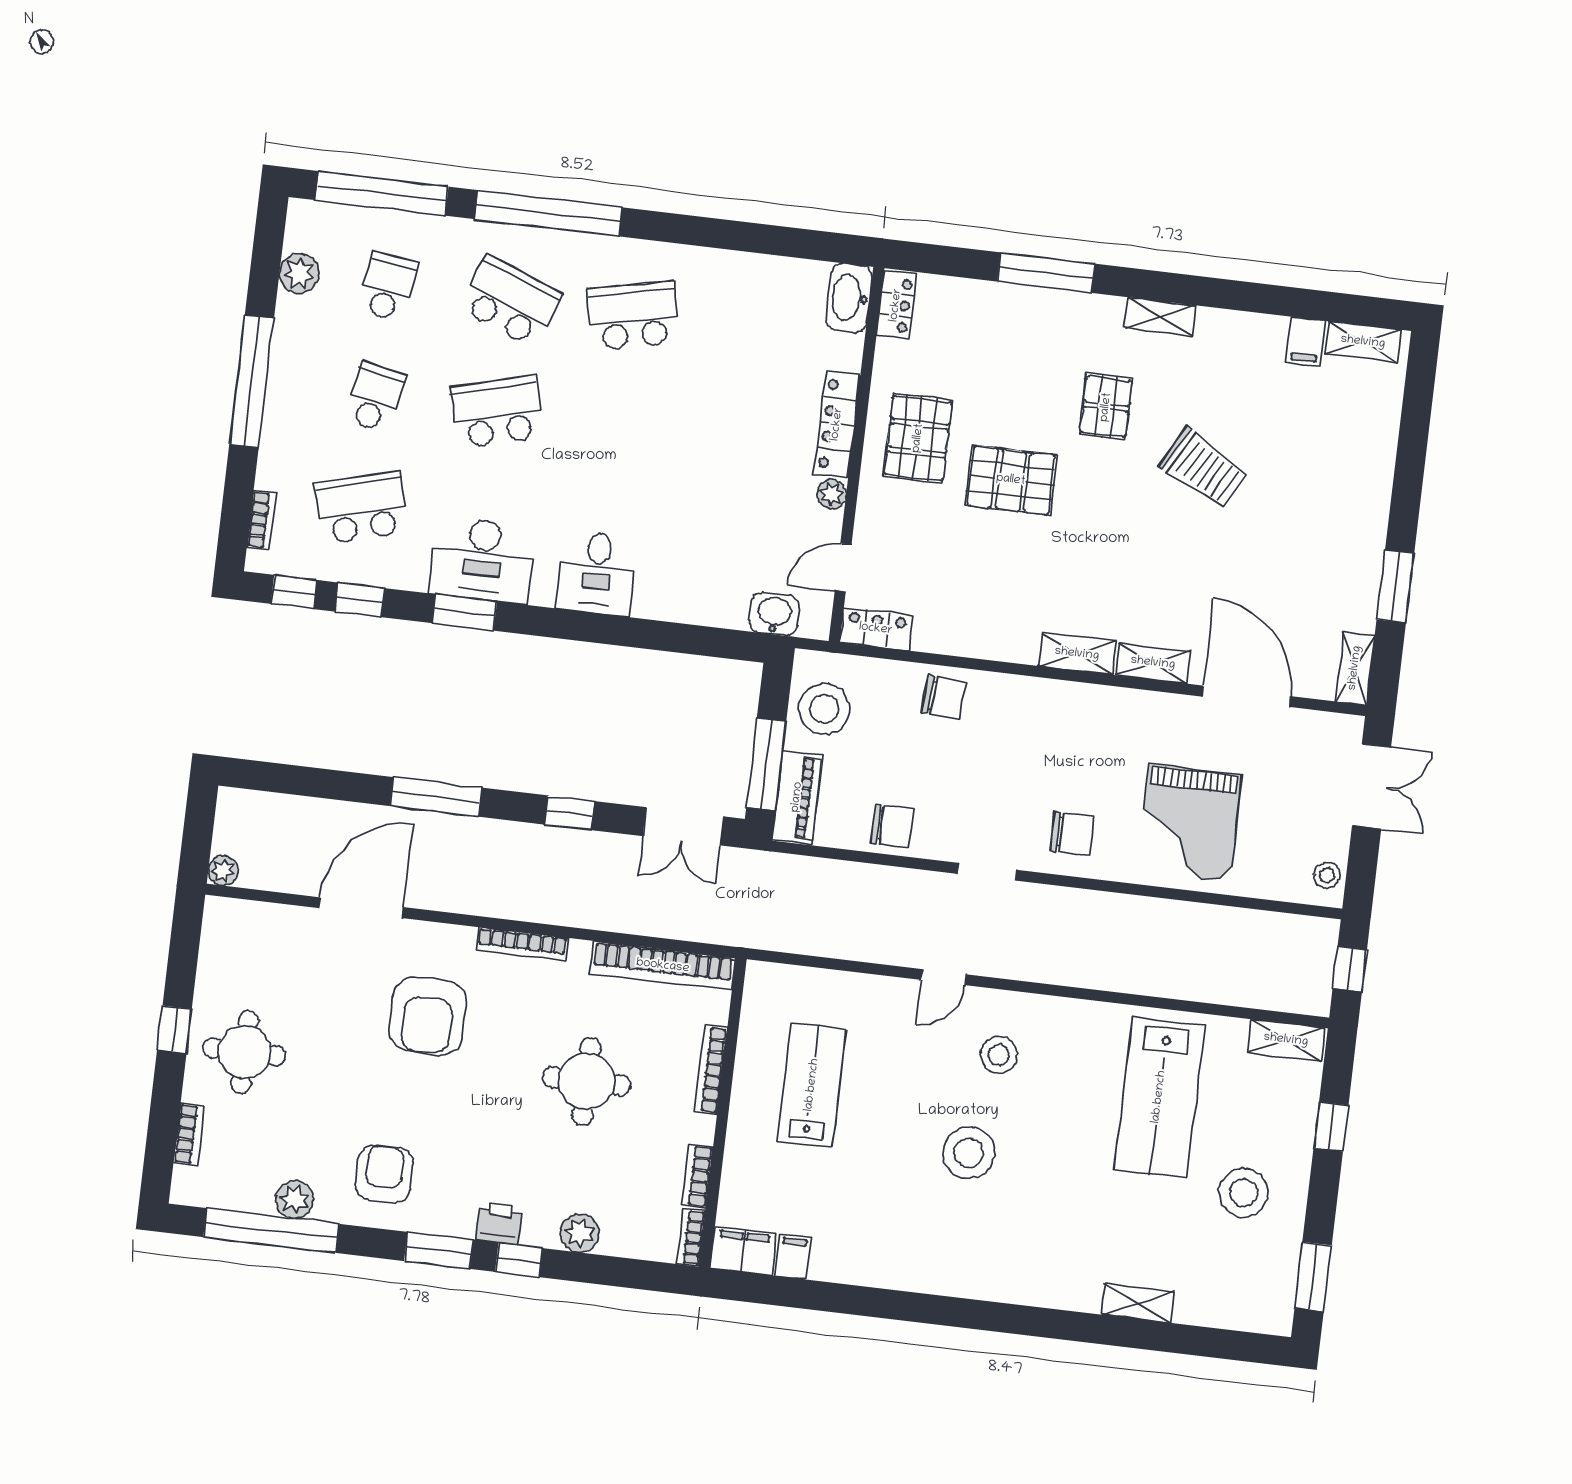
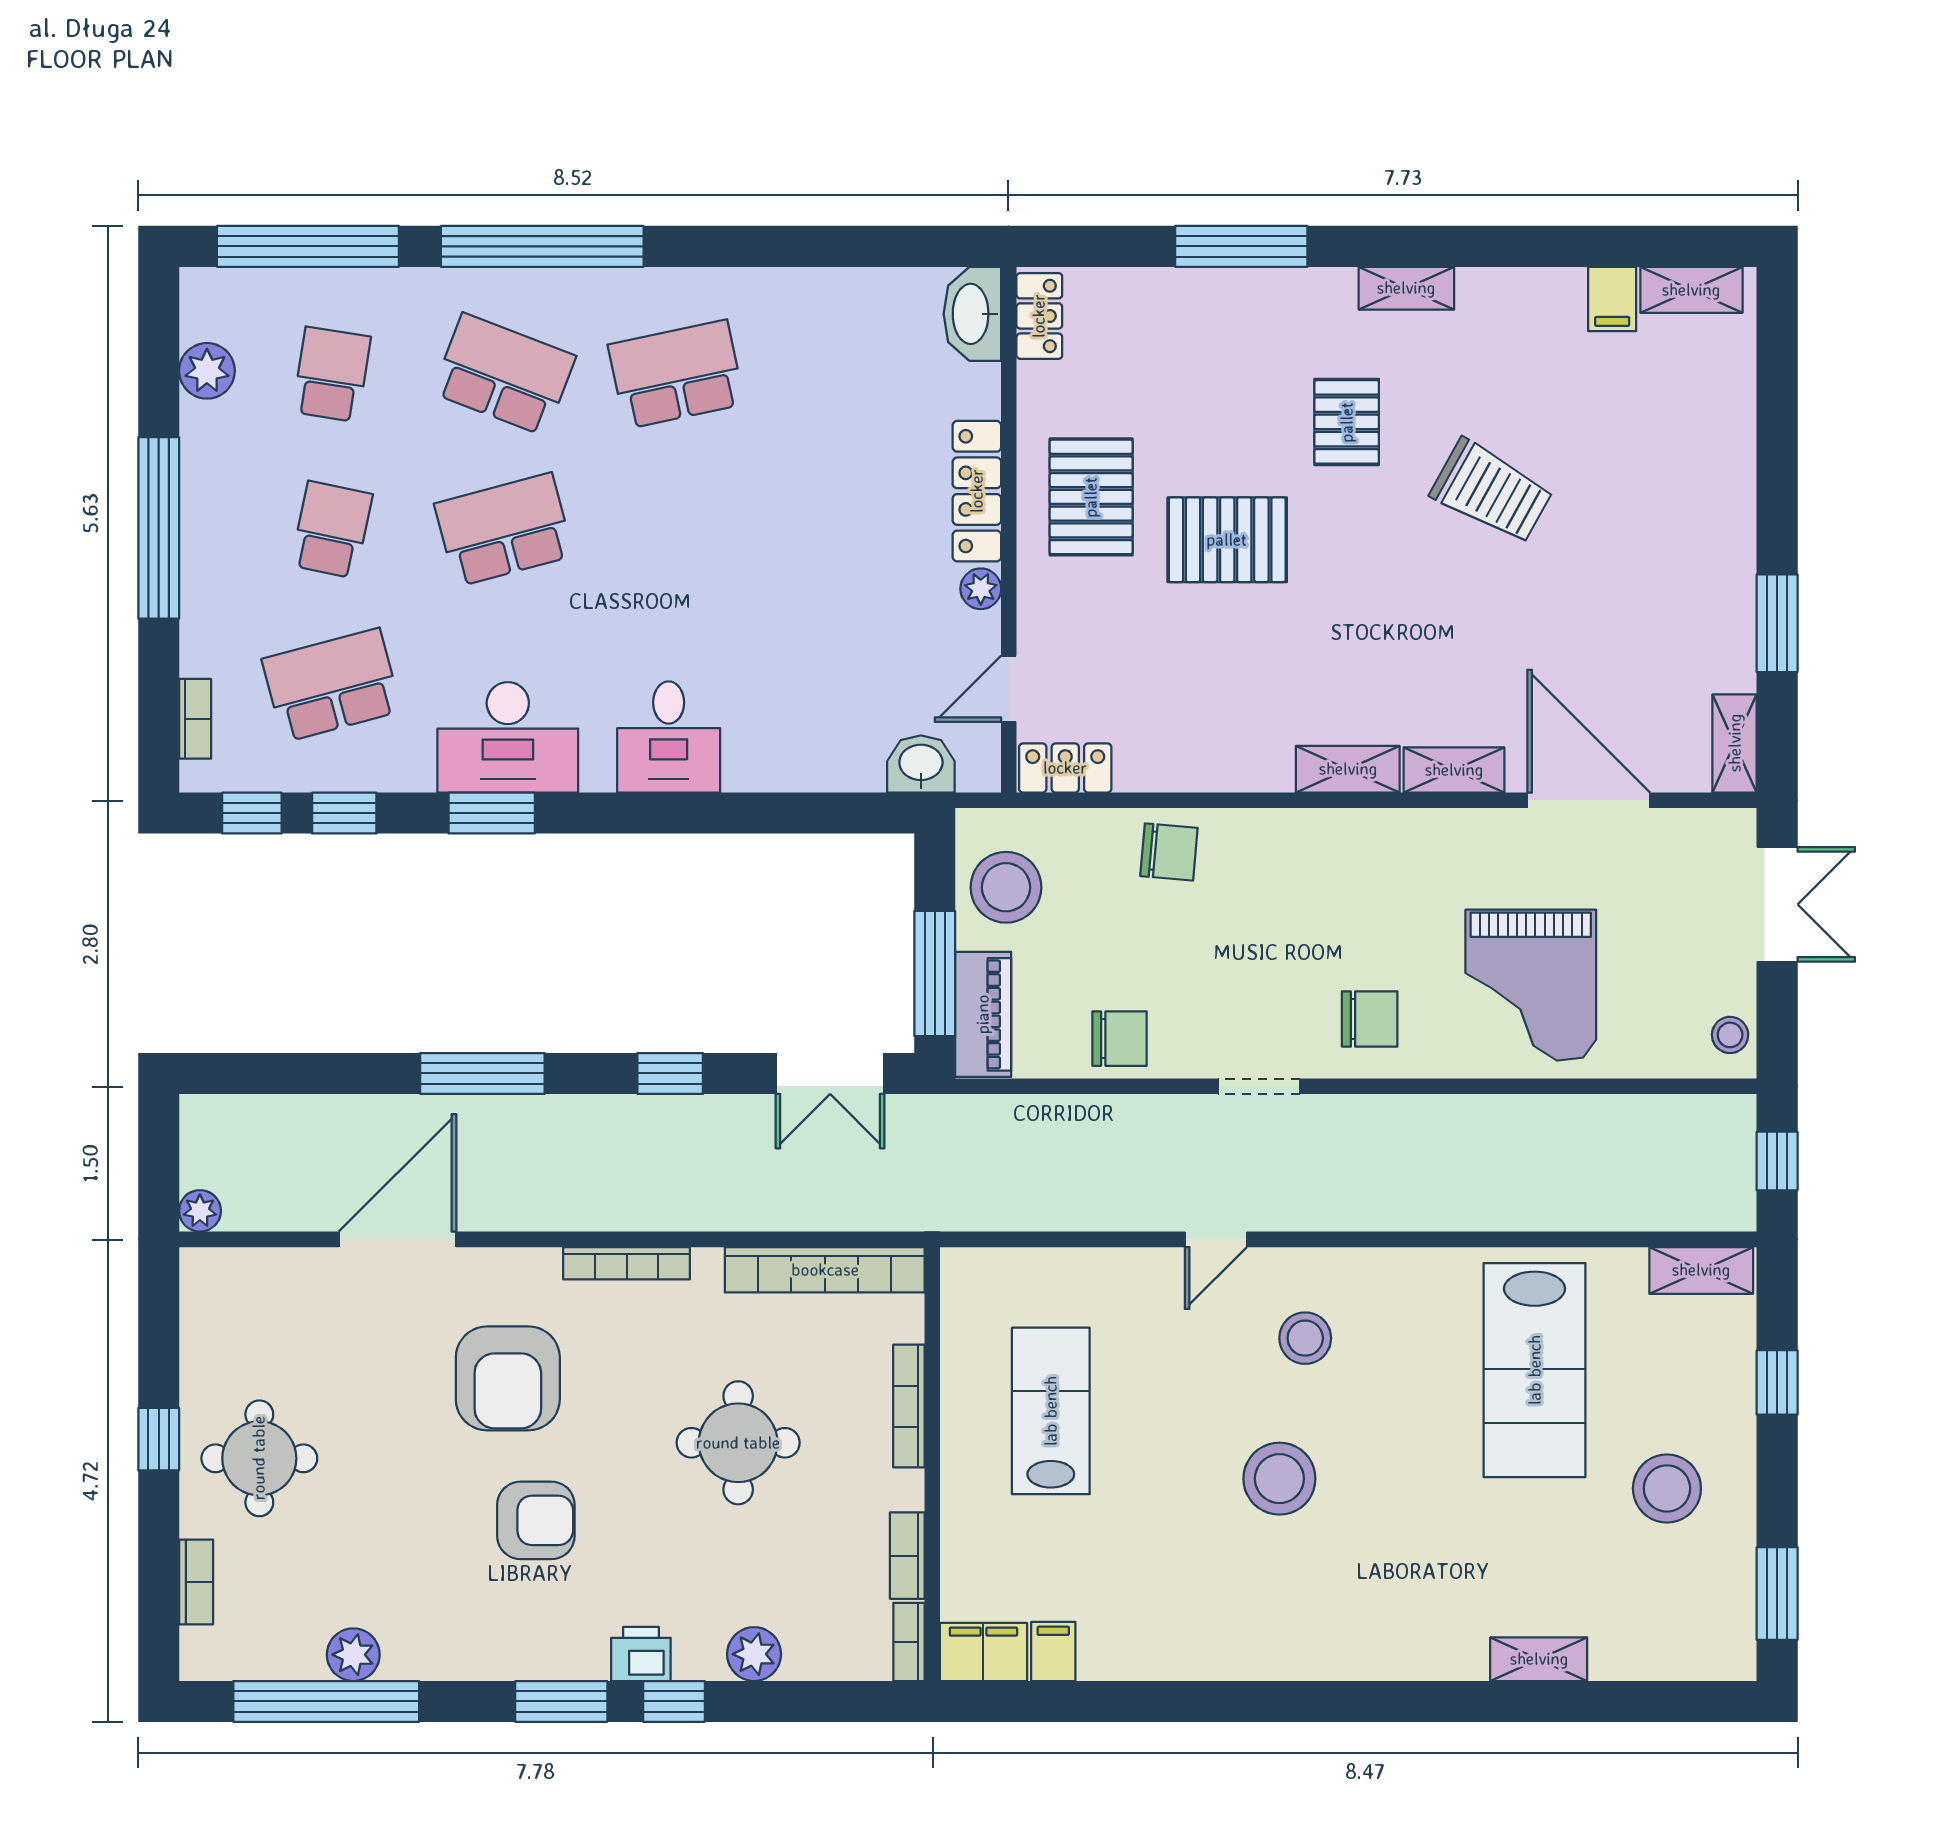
armchair: (384, 1174) -> (536, 1520), moved, turned 90

